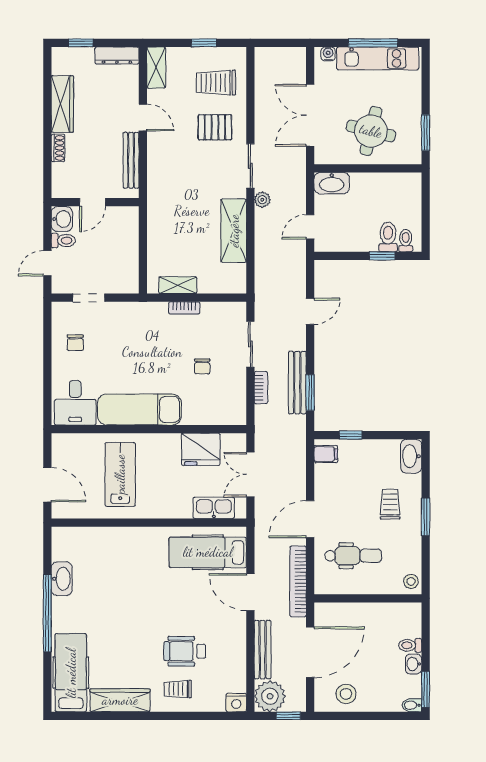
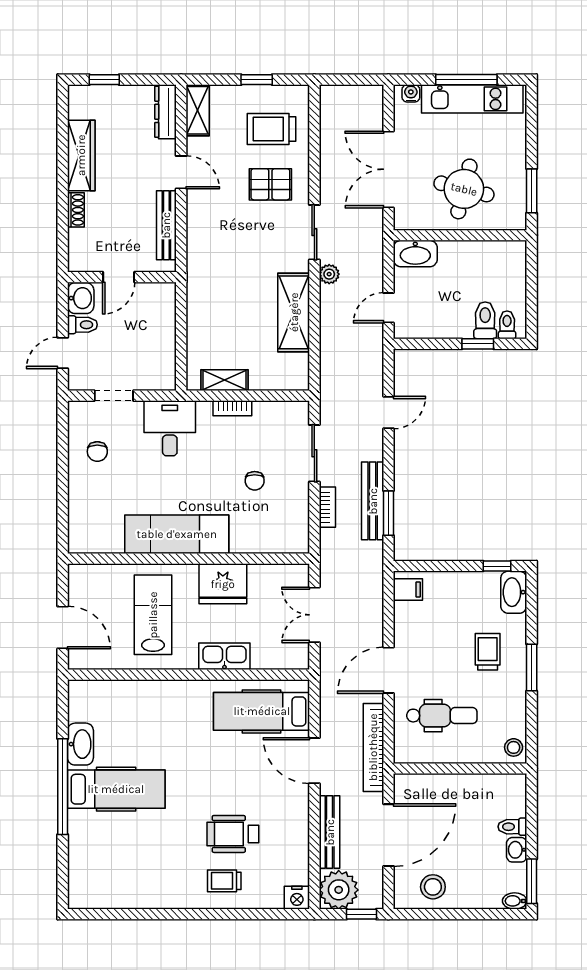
dresser: (117, 55) -> (166, 112), moved, turned 90
desk: (75, 403) -> (170, 428), moved, turned 180
window: (351, 435) -> (497, 566), moved
fridge: (201, 449) -> (223, 584), moved
kitchen sink: (214, 508) -> (224, 656), moved
hospital bed: (71, 673) -> (116, 789), moved, turned 90
wardrobe: (120, 700) -> (153, 895), removed

